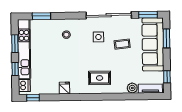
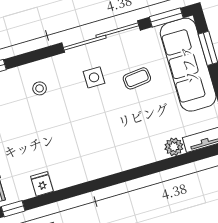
rug: (100, 78) -> (115, 145), removed
fridge: (64, 88) -> (42, 184), moved

